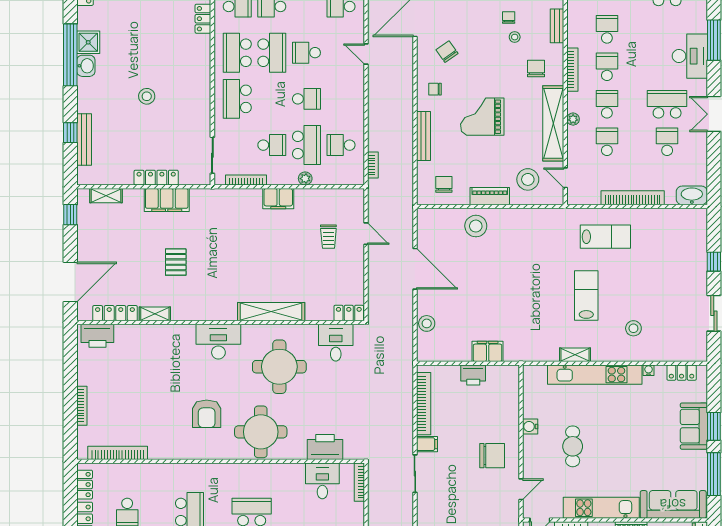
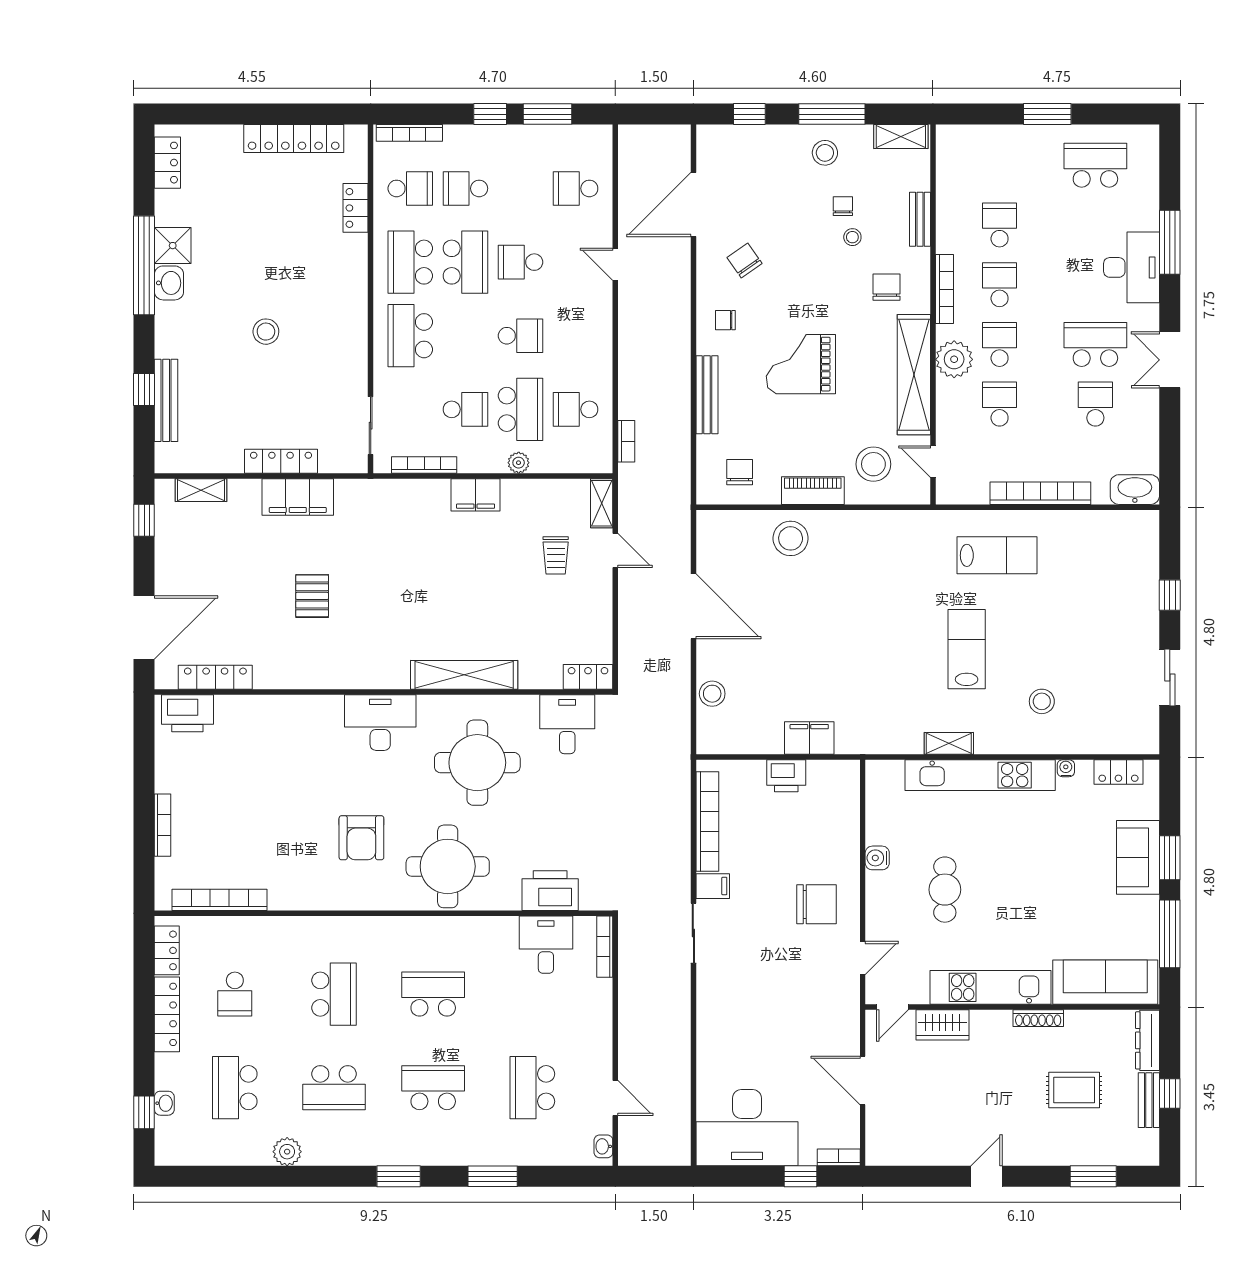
plant: (573, 119) -> (954, 359), width x1.88, depth x1.88
shelving: (155, 314) -> (602, 503), moved, turned 90

